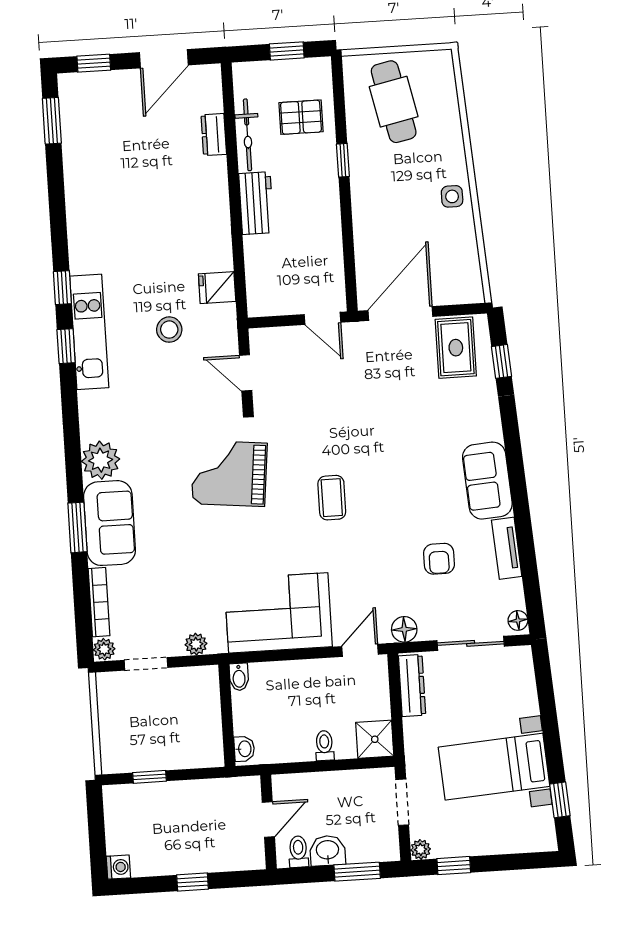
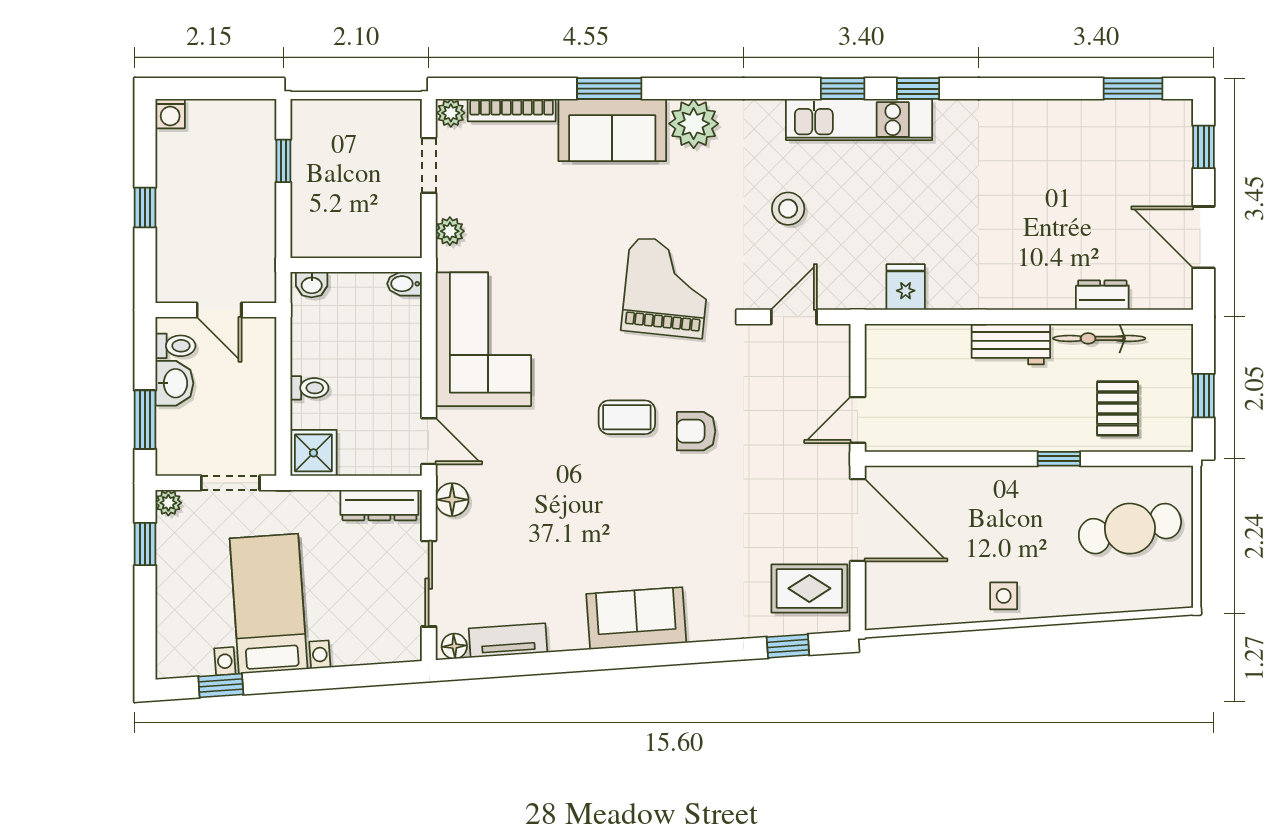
stool: (169, 330) -> (788, 209), moved
tv unit: (507, 548) -> (508, 640), moved
armchair: (439, 559) -> (696, 431), moved

